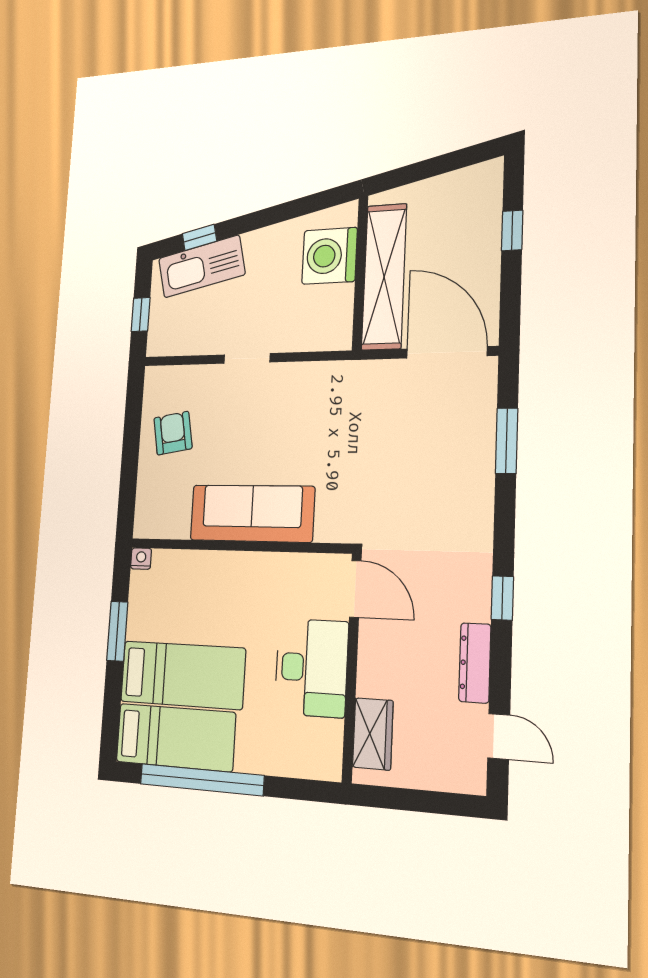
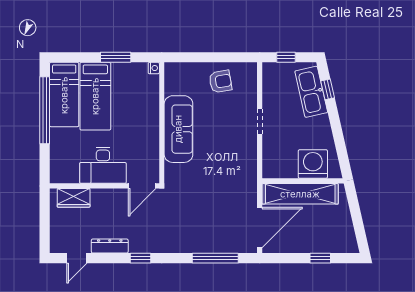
window: (507, 441) -> (215, 258), width x1.44

